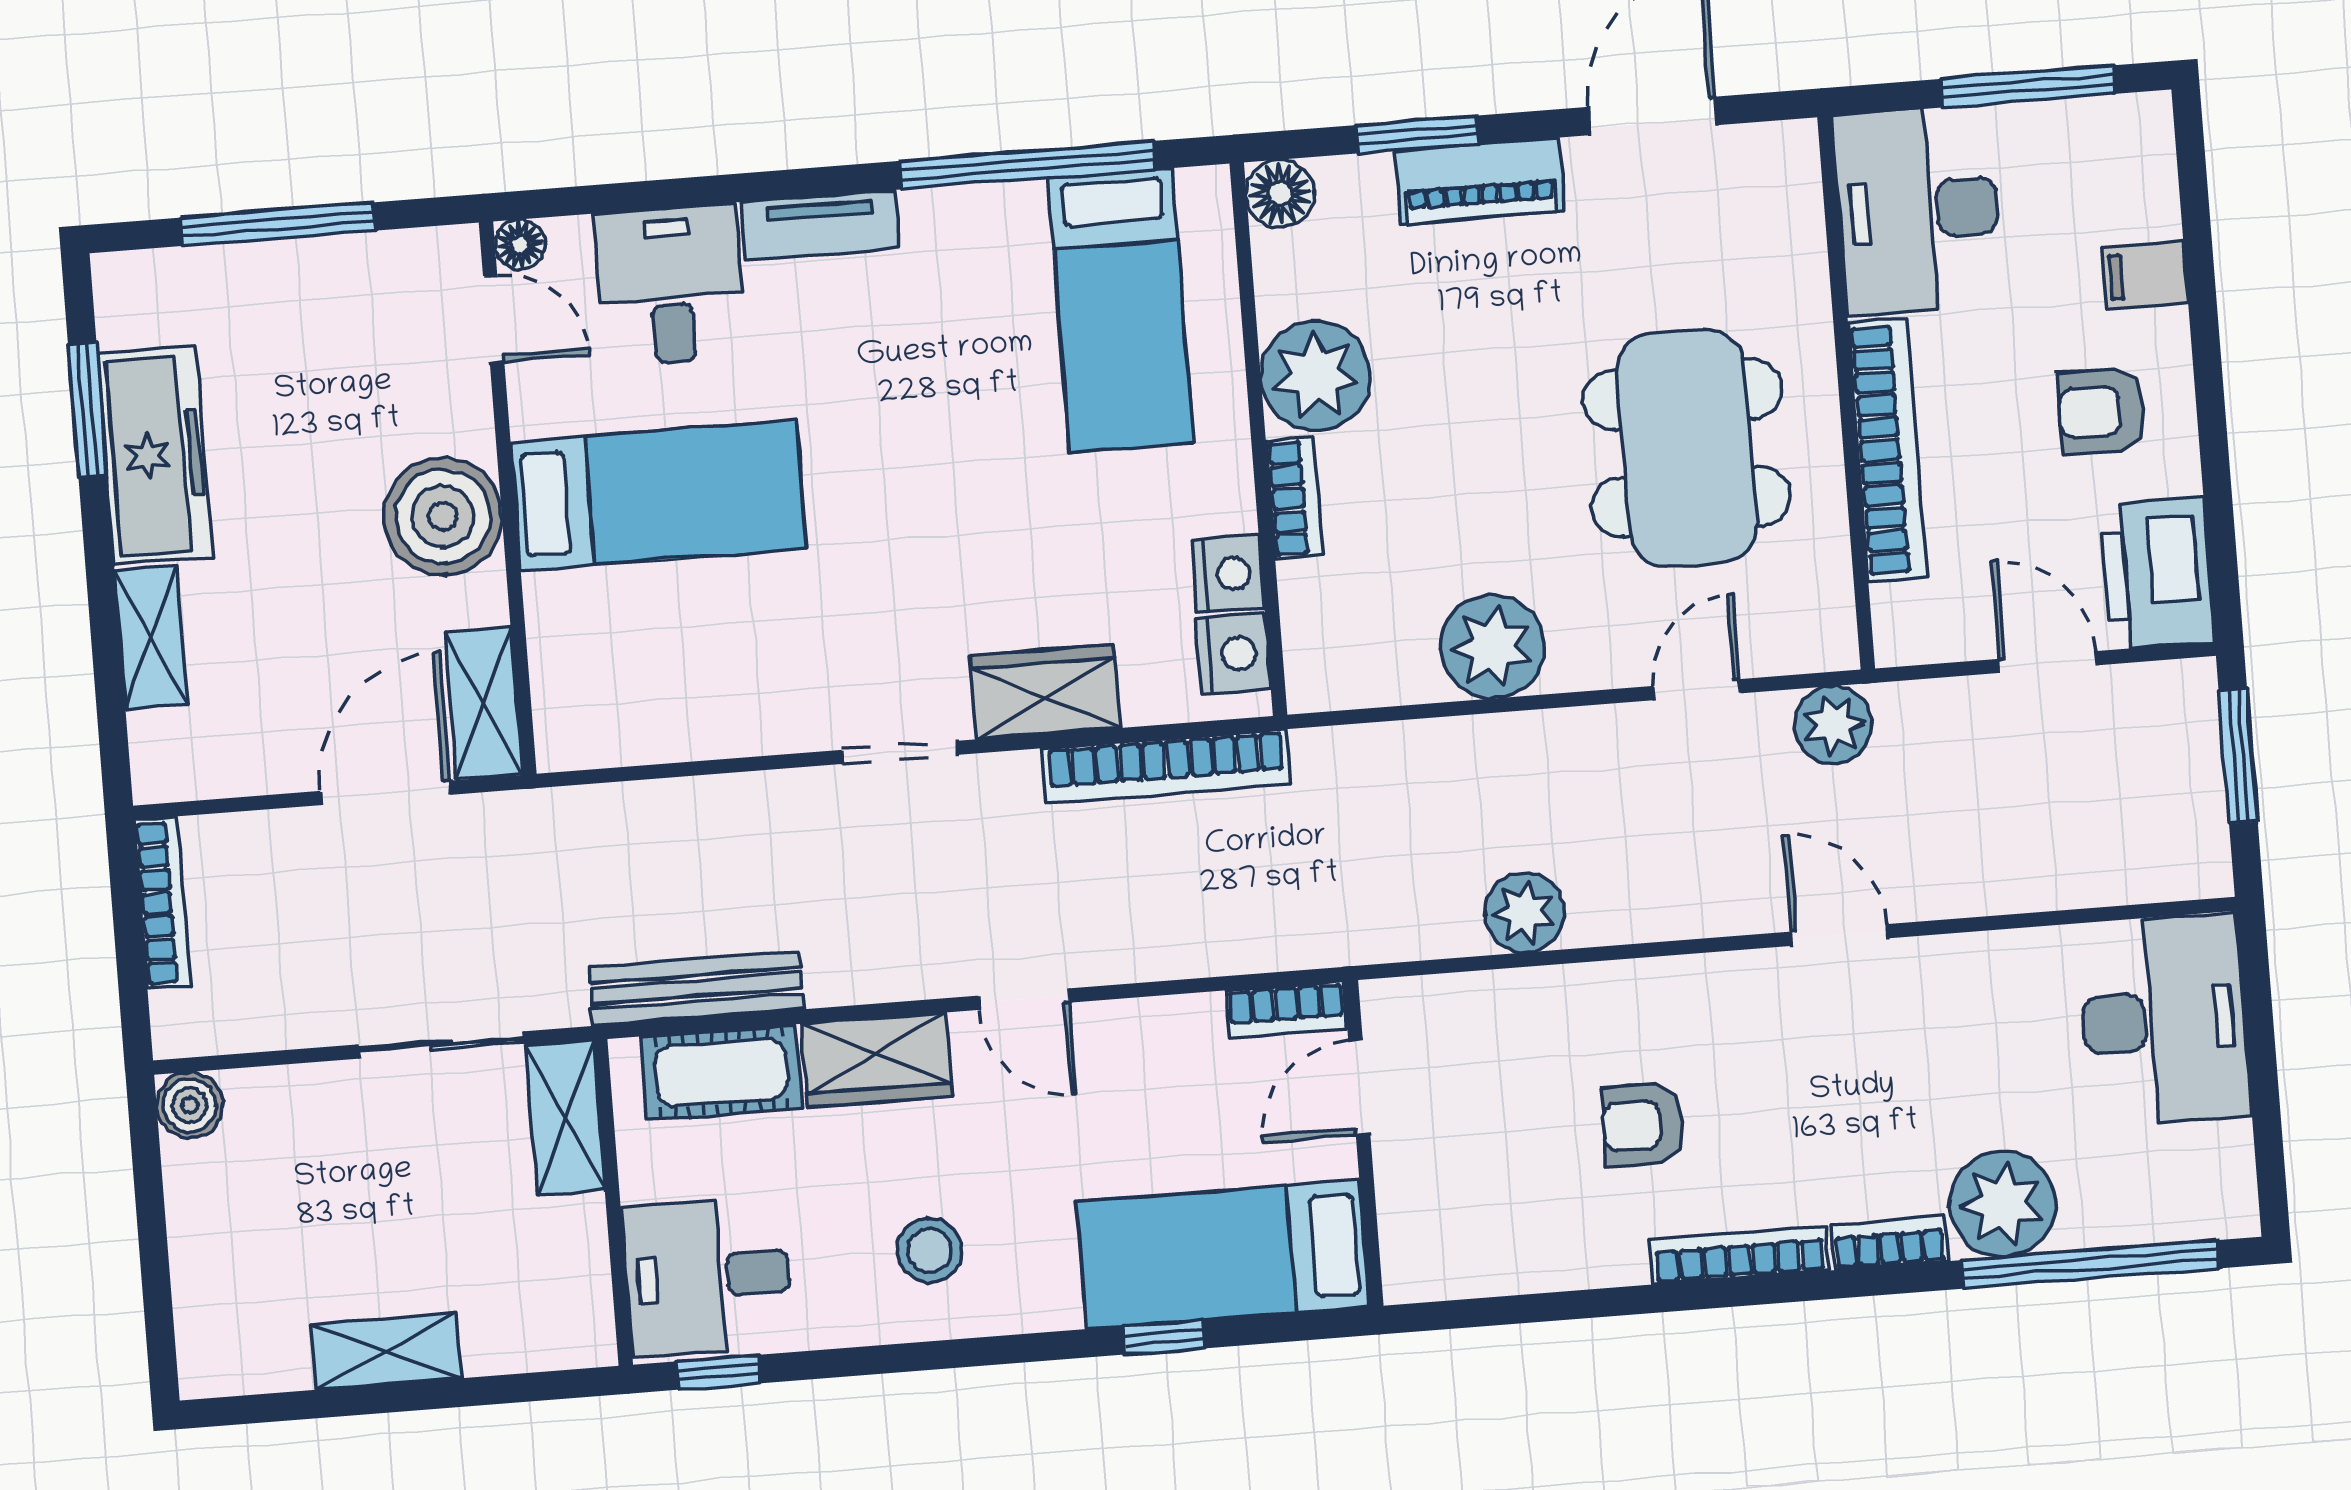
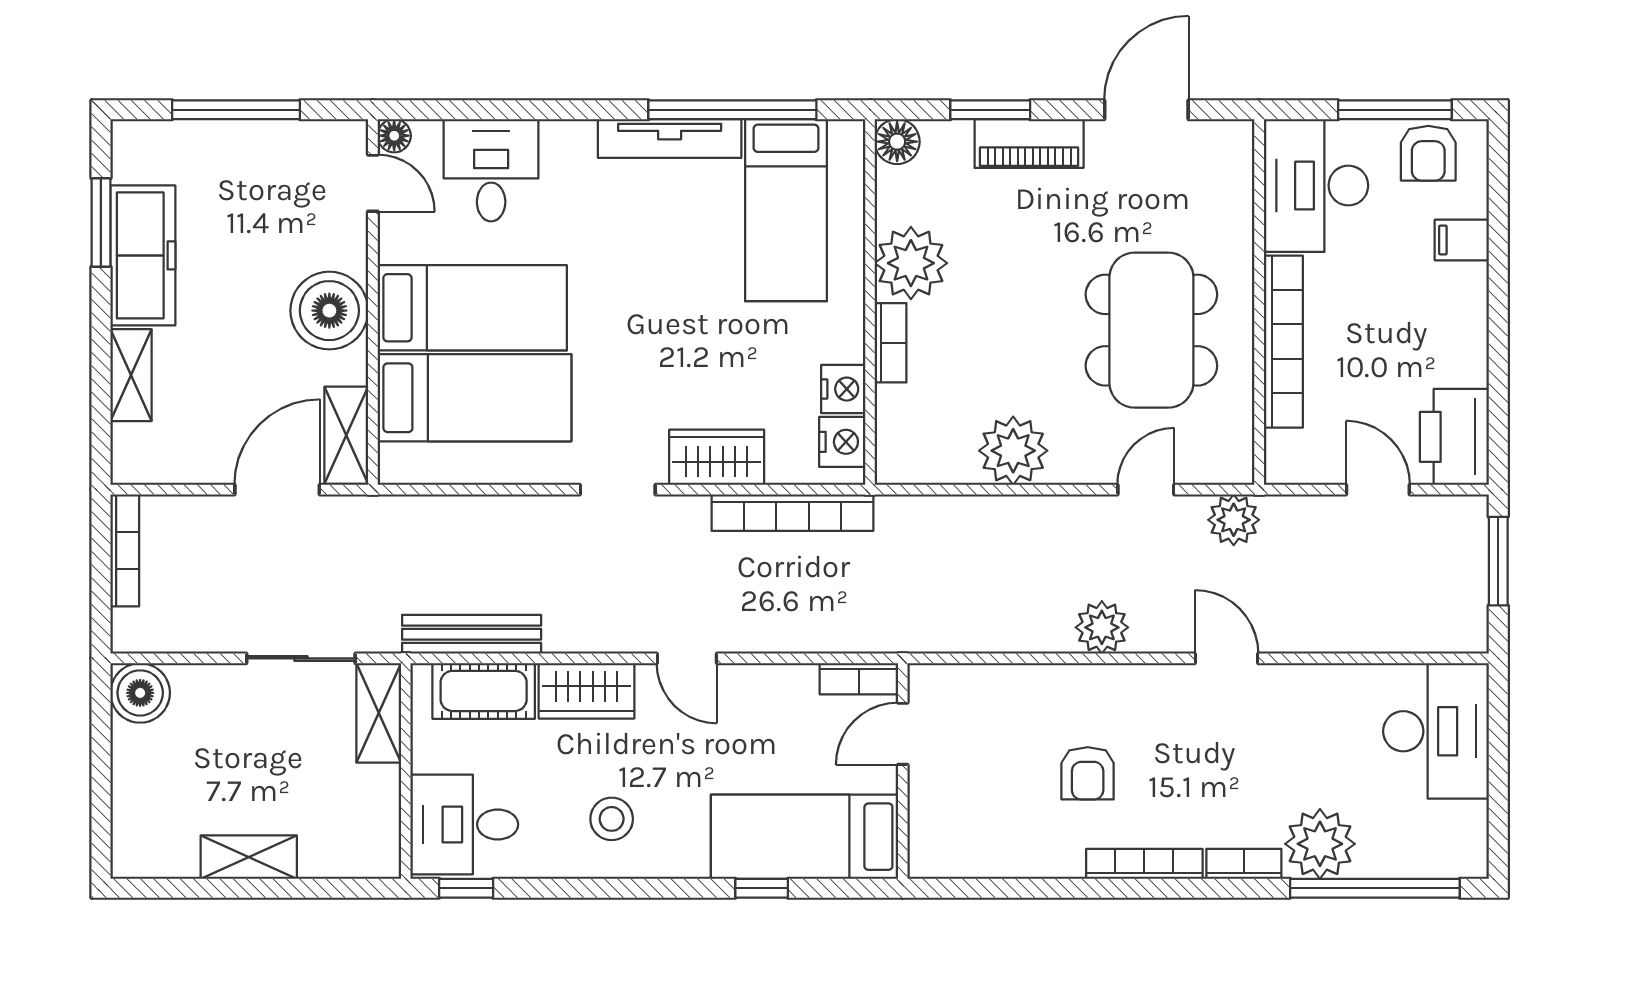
tv unit: (821, 225) -> (670, 139), moved, width x1.41
armchair: (2101, 411) -> (1428, 153), moved, turned -90
bed: (672, 631) -> (474, 398), added
plant: (1525, 913) -> (1102, 627), moved
boiler: (190, 1105) -> (140, 693), width x1.36, depth x1.36
armchair: (1643, 1125) -> (1088, 773), turned -90

